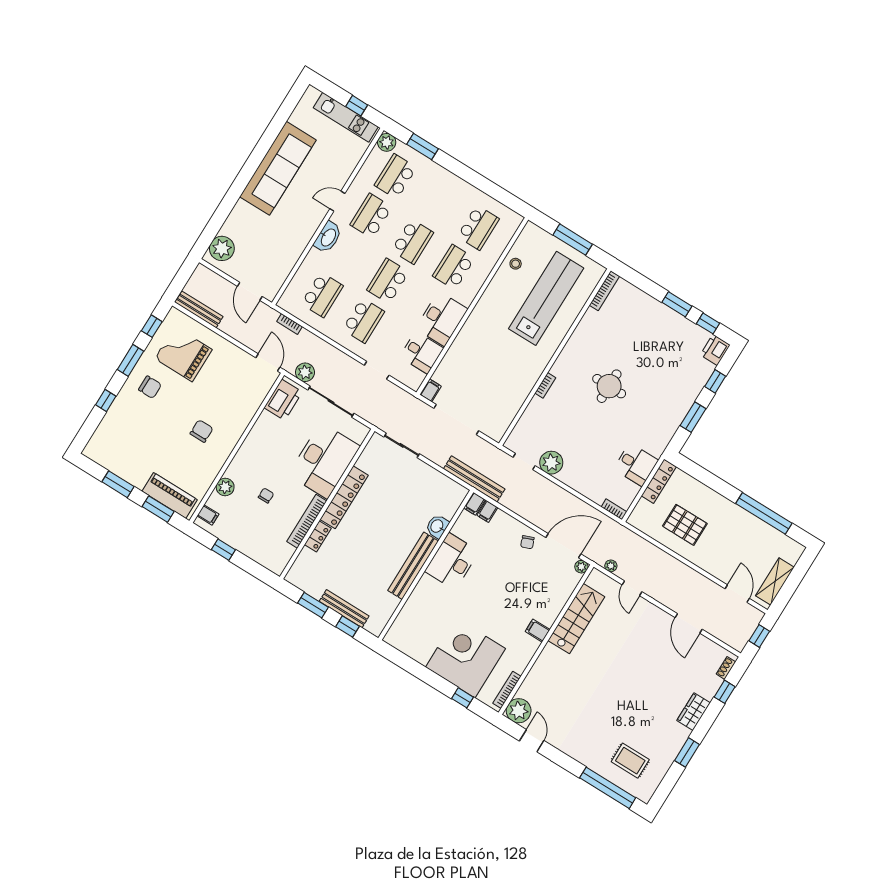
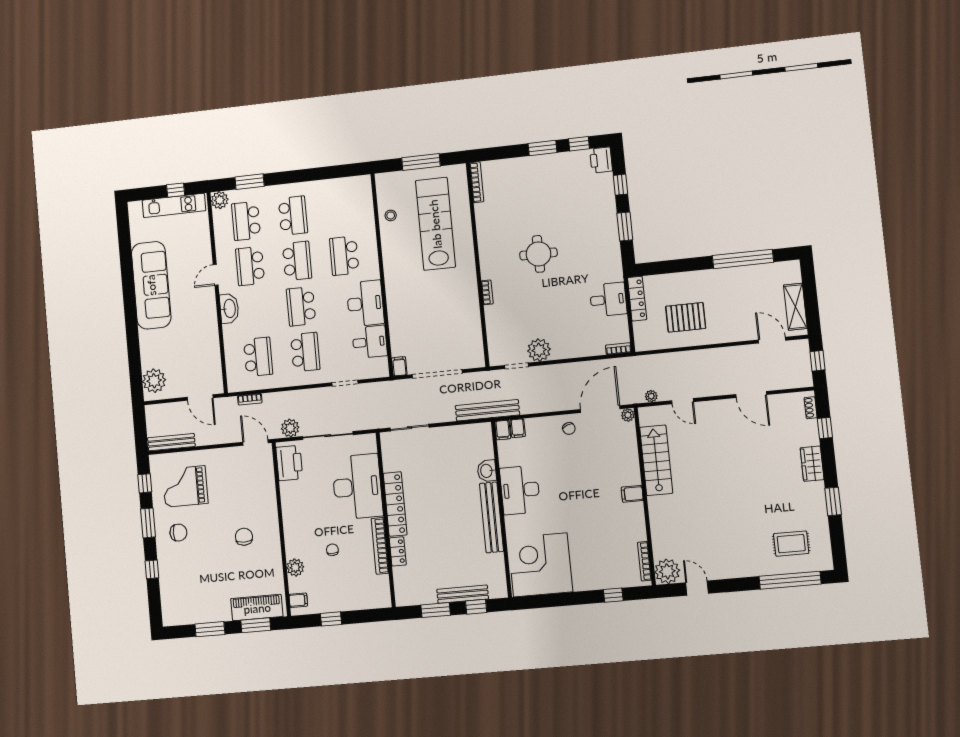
school desk: (478, 228) -> (293, 216), moved
corner desk: (466, 658) -> (540, 565), moved

